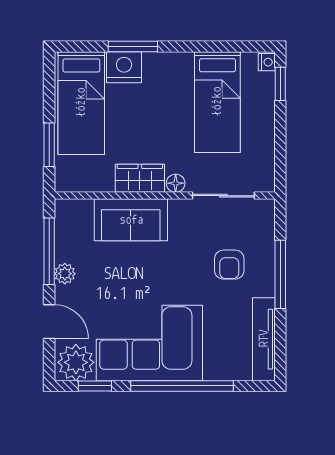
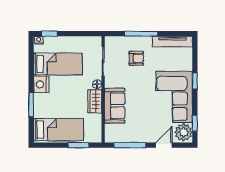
nightstand: (124, 67) -> (41, 84), moved
plant: (65, 274) -> (141, 138), removed
window: (182, 386) -> (195, 81), width x0.32

